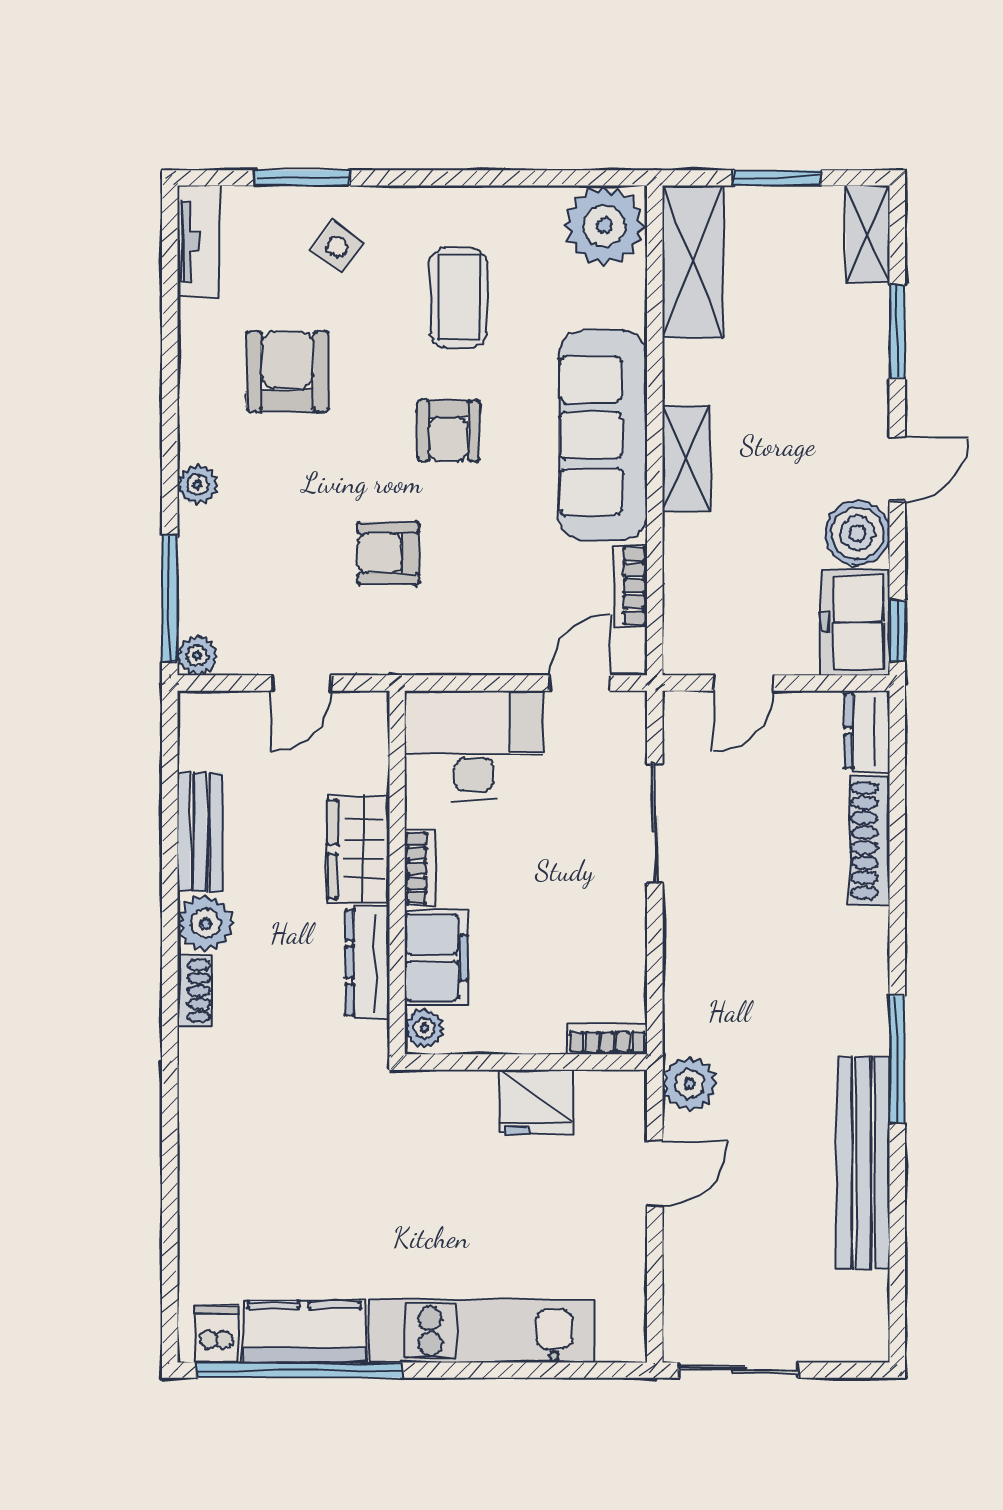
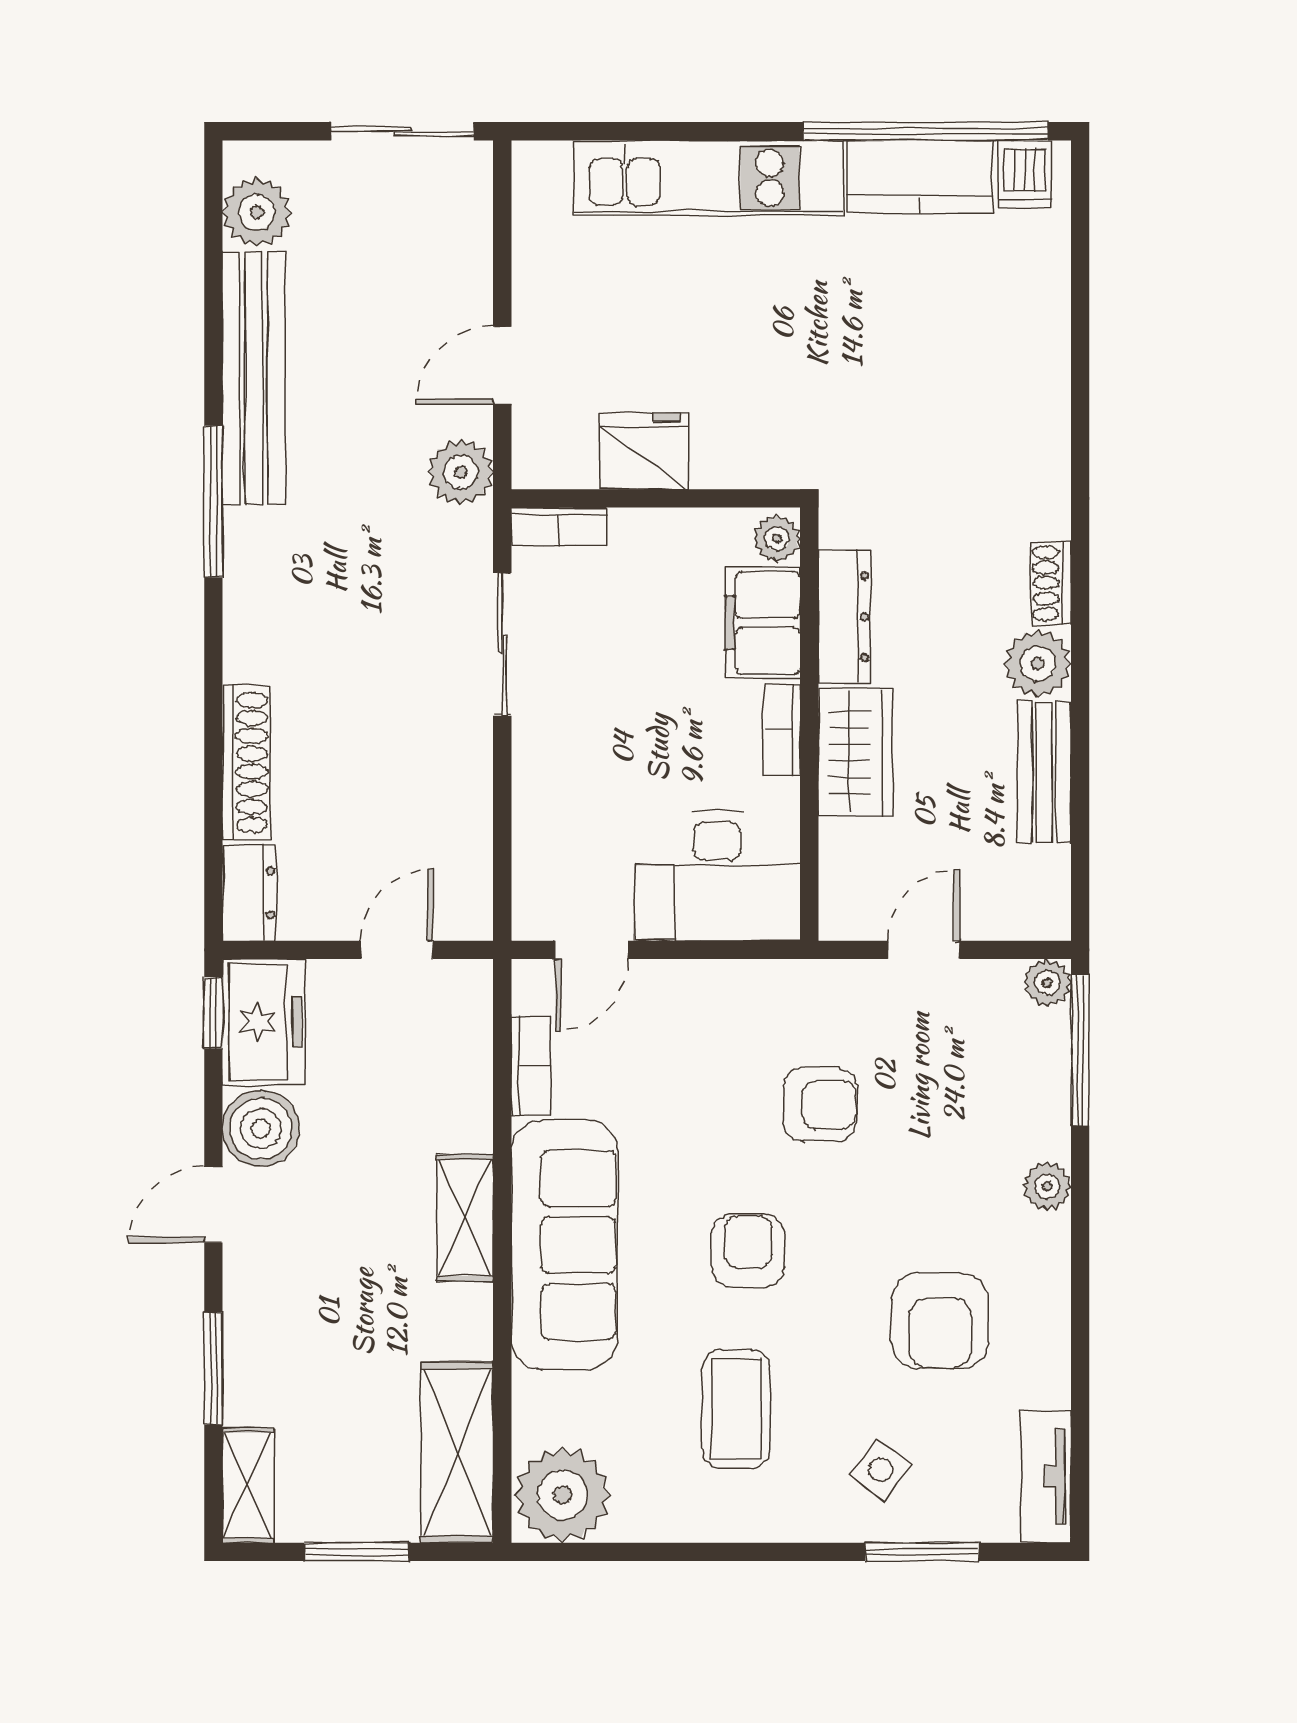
sliding door: (655, 823) -> (502, 644), moved
plant: (861, 1302) -> (257, 212), added

